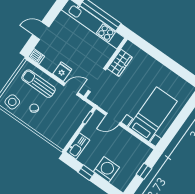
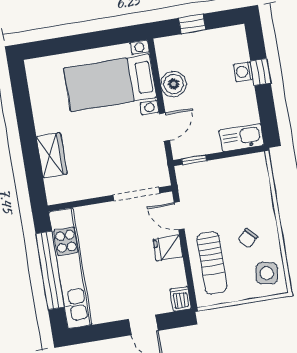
wardrobe: (120, 63) -> (52, 155), moved, turned 90
door: (113, 119) -> (165, 127), hinge flipped
boiler: (127, 140) -> (174, 84), added
washing machine: (106, 169) -> (243, 72), width x0.53, depth x0.53
window: (86, 173) -> (260, 72), moved

